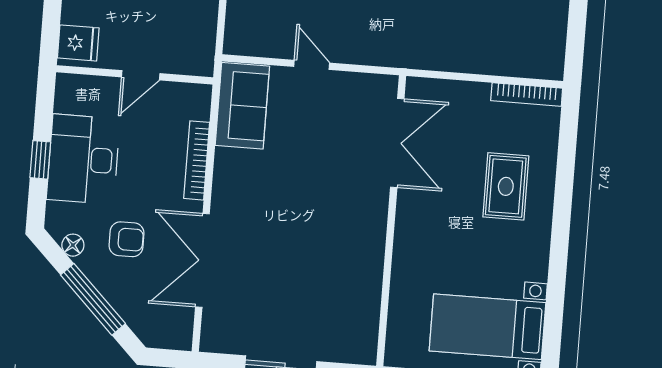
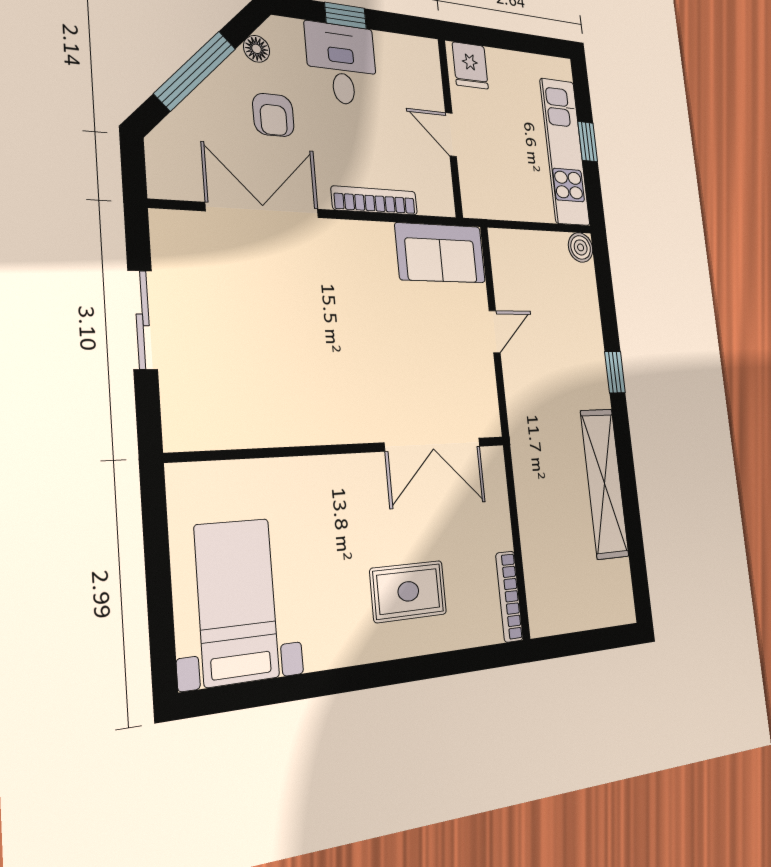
desk: (83, 159) -> (342, 64), width x0.73

